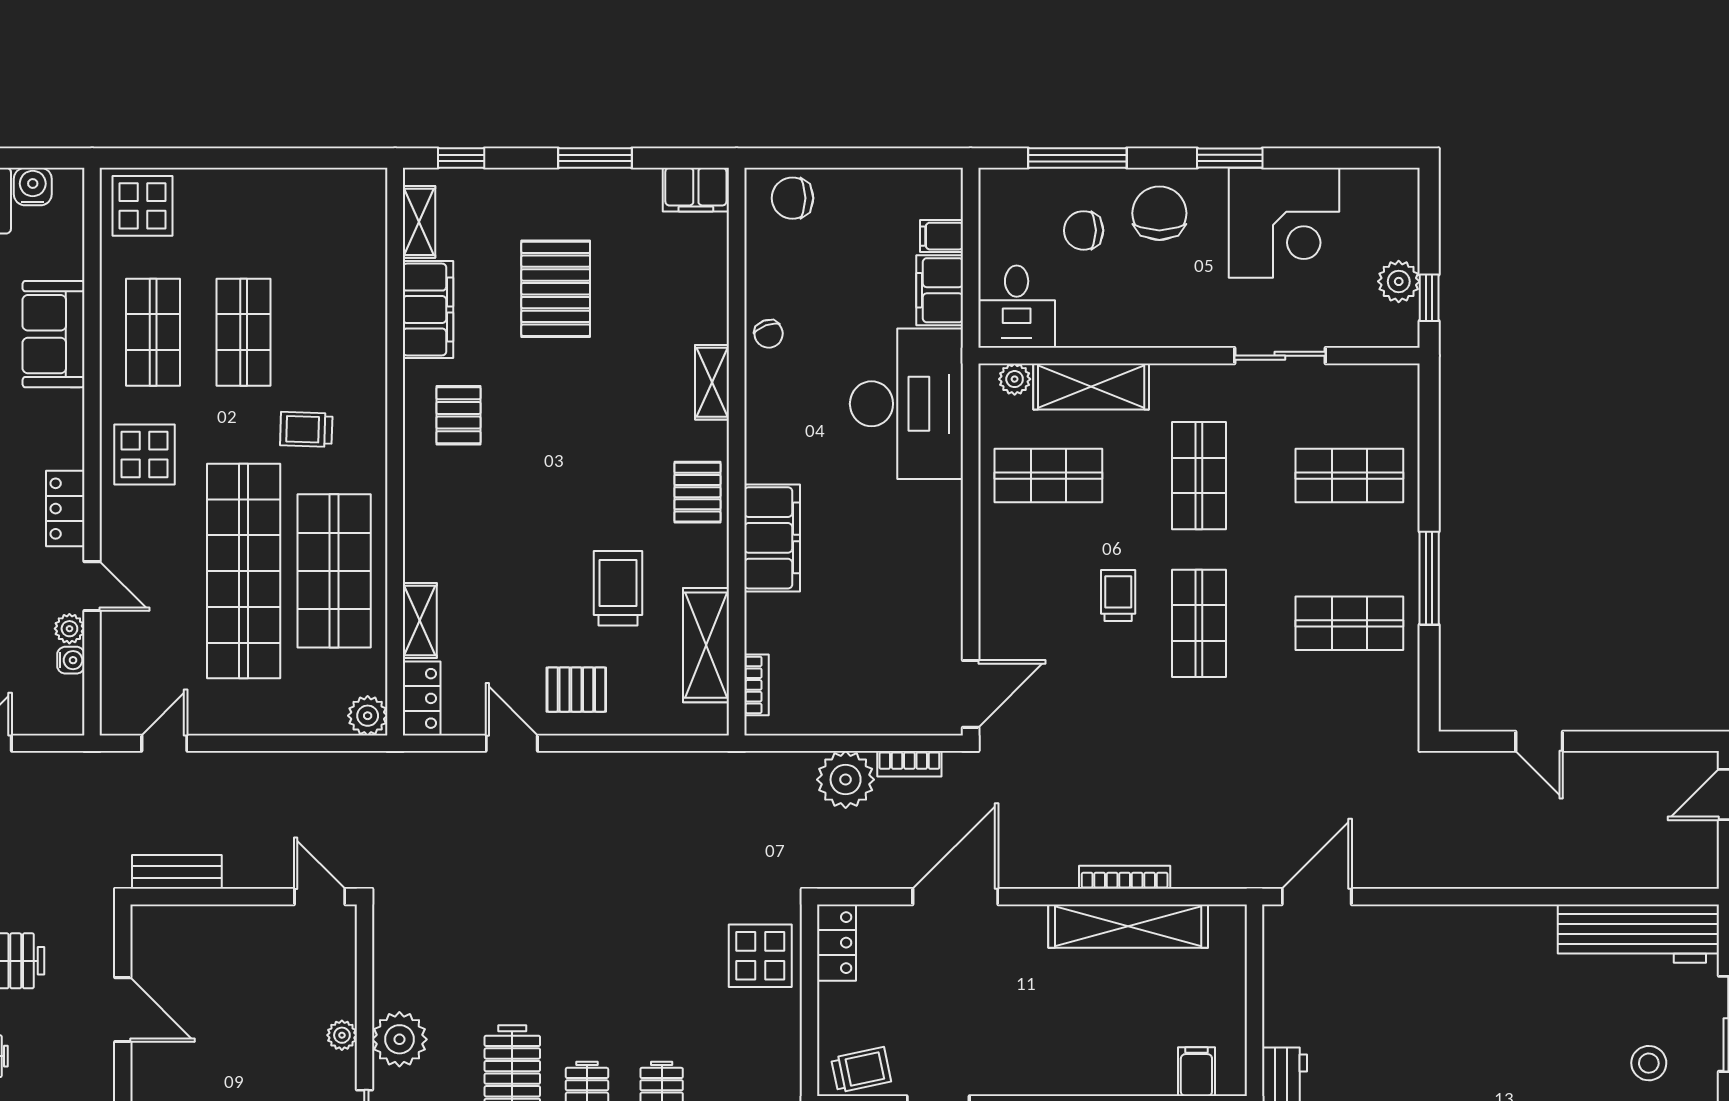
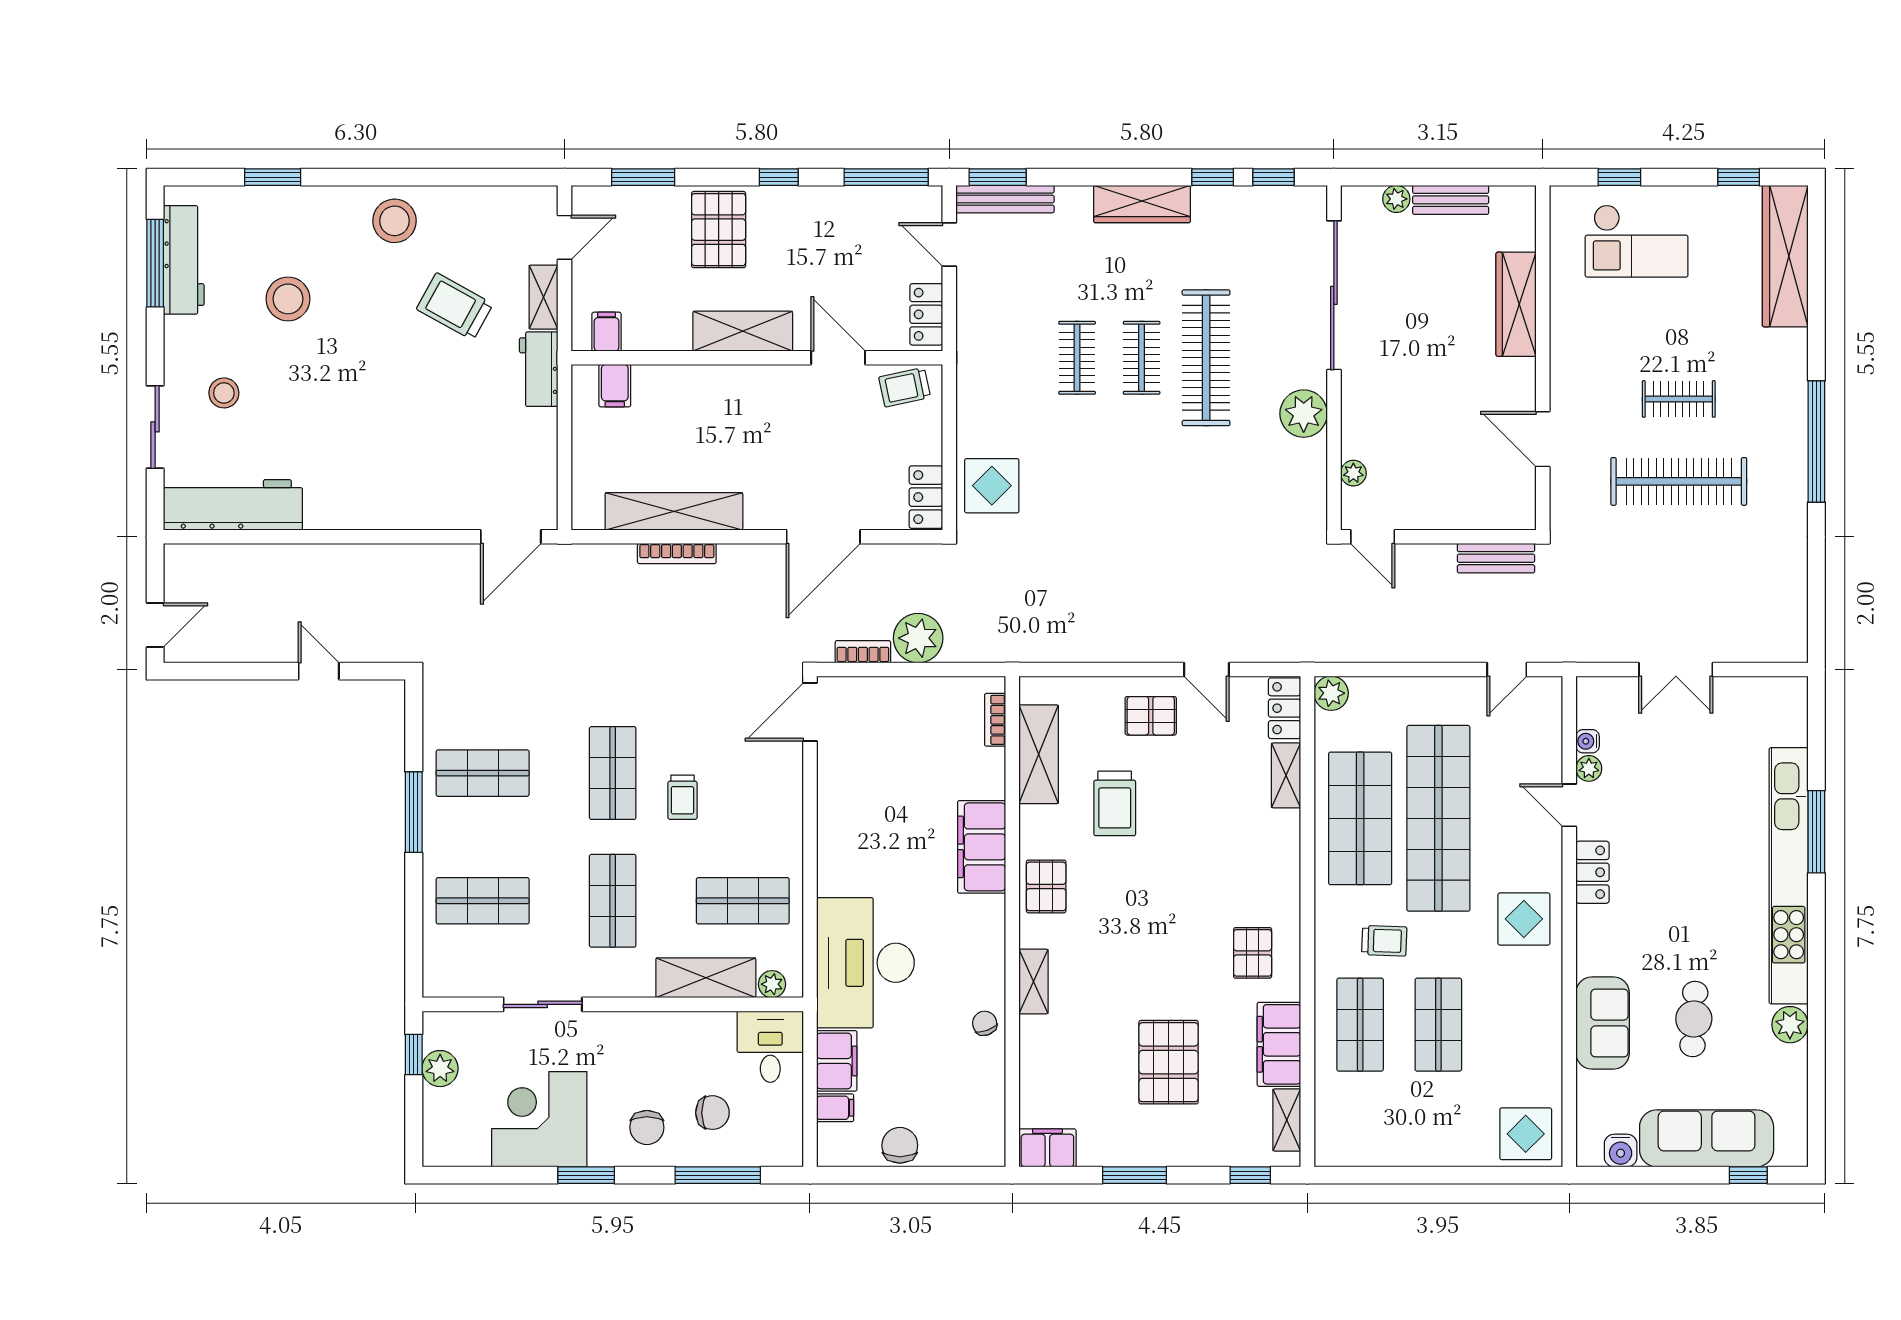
chair: (792, 198) -> (900, 1145), moved, turned -90
chair: (1159, 213) -> (647, 1127), width x0.73, depth x0.73
shop shelf: (153, 332) -> (1360, 1025), moved
plant: (342, 1035) -> (1353, 473), moved

